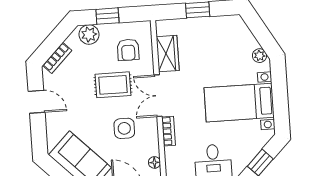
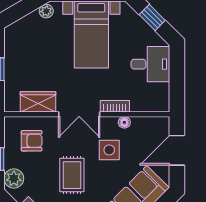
rug: (113, 85) -> (72, 175), moved
floor lamp: (154, 162) -> (124, 122), moved

